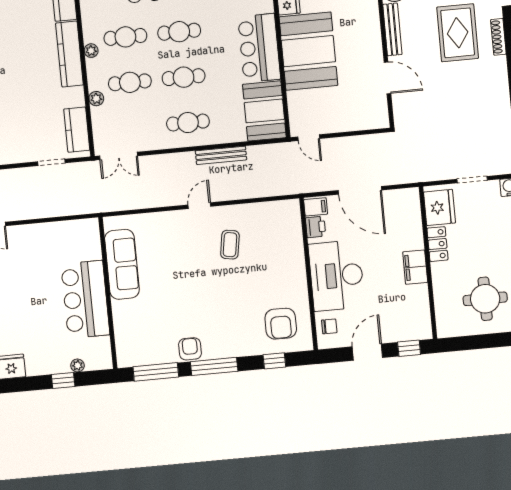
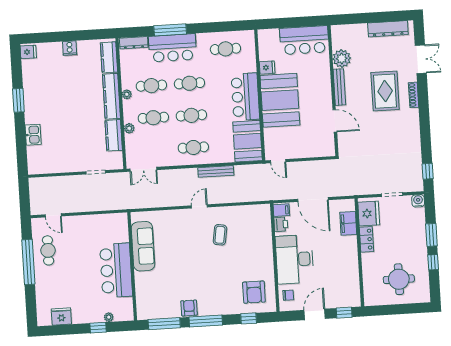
kitchen counter: (77, 130) -> (114, 135), moved
filing cabinet: (415, 267) -> (348, 223), moved

